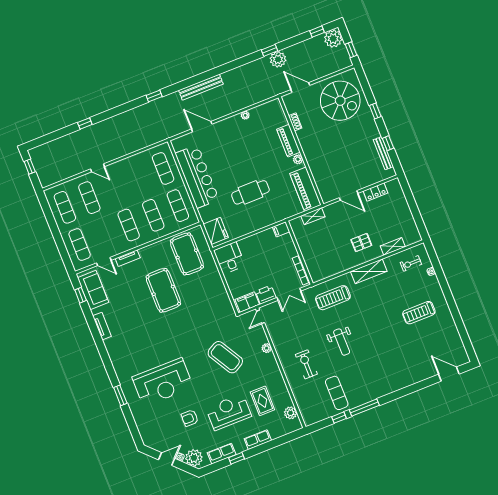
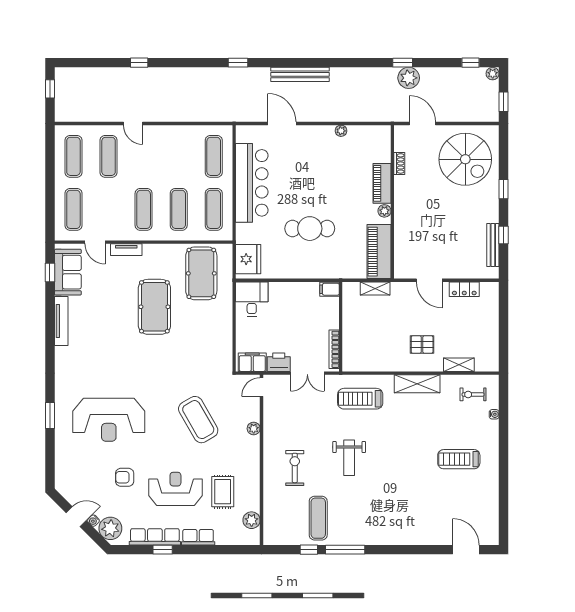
plant: (333, 39) -> (493, 74), width x0.53, depth x0.53
tv unit: (102, 326) -> (61, 321), width x1.41
row of seats: (222, 454) -> (155, 537), width x1.48

